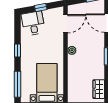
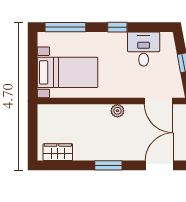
desk: (33, 23) -> (144, 49), moved, turned -79

